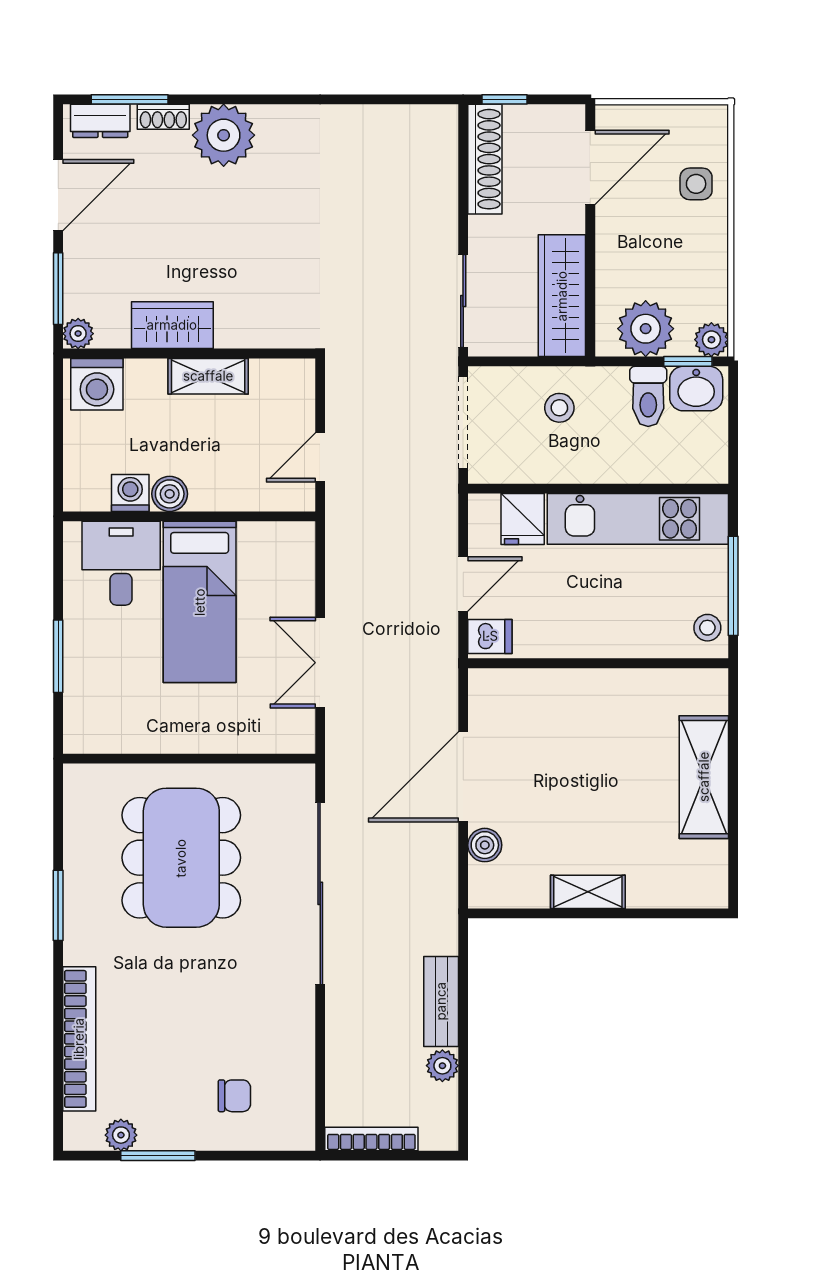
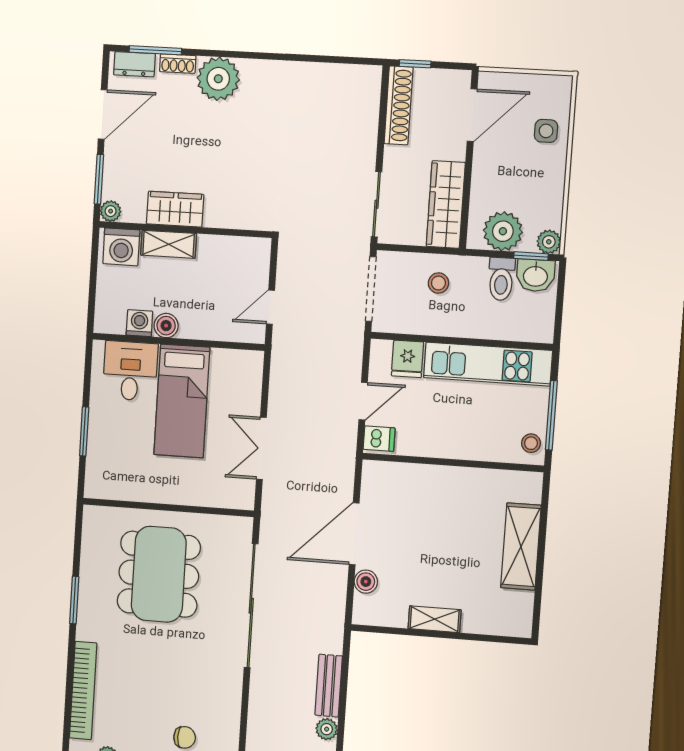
shelving: (208, 376) -> (169, 244), moved

